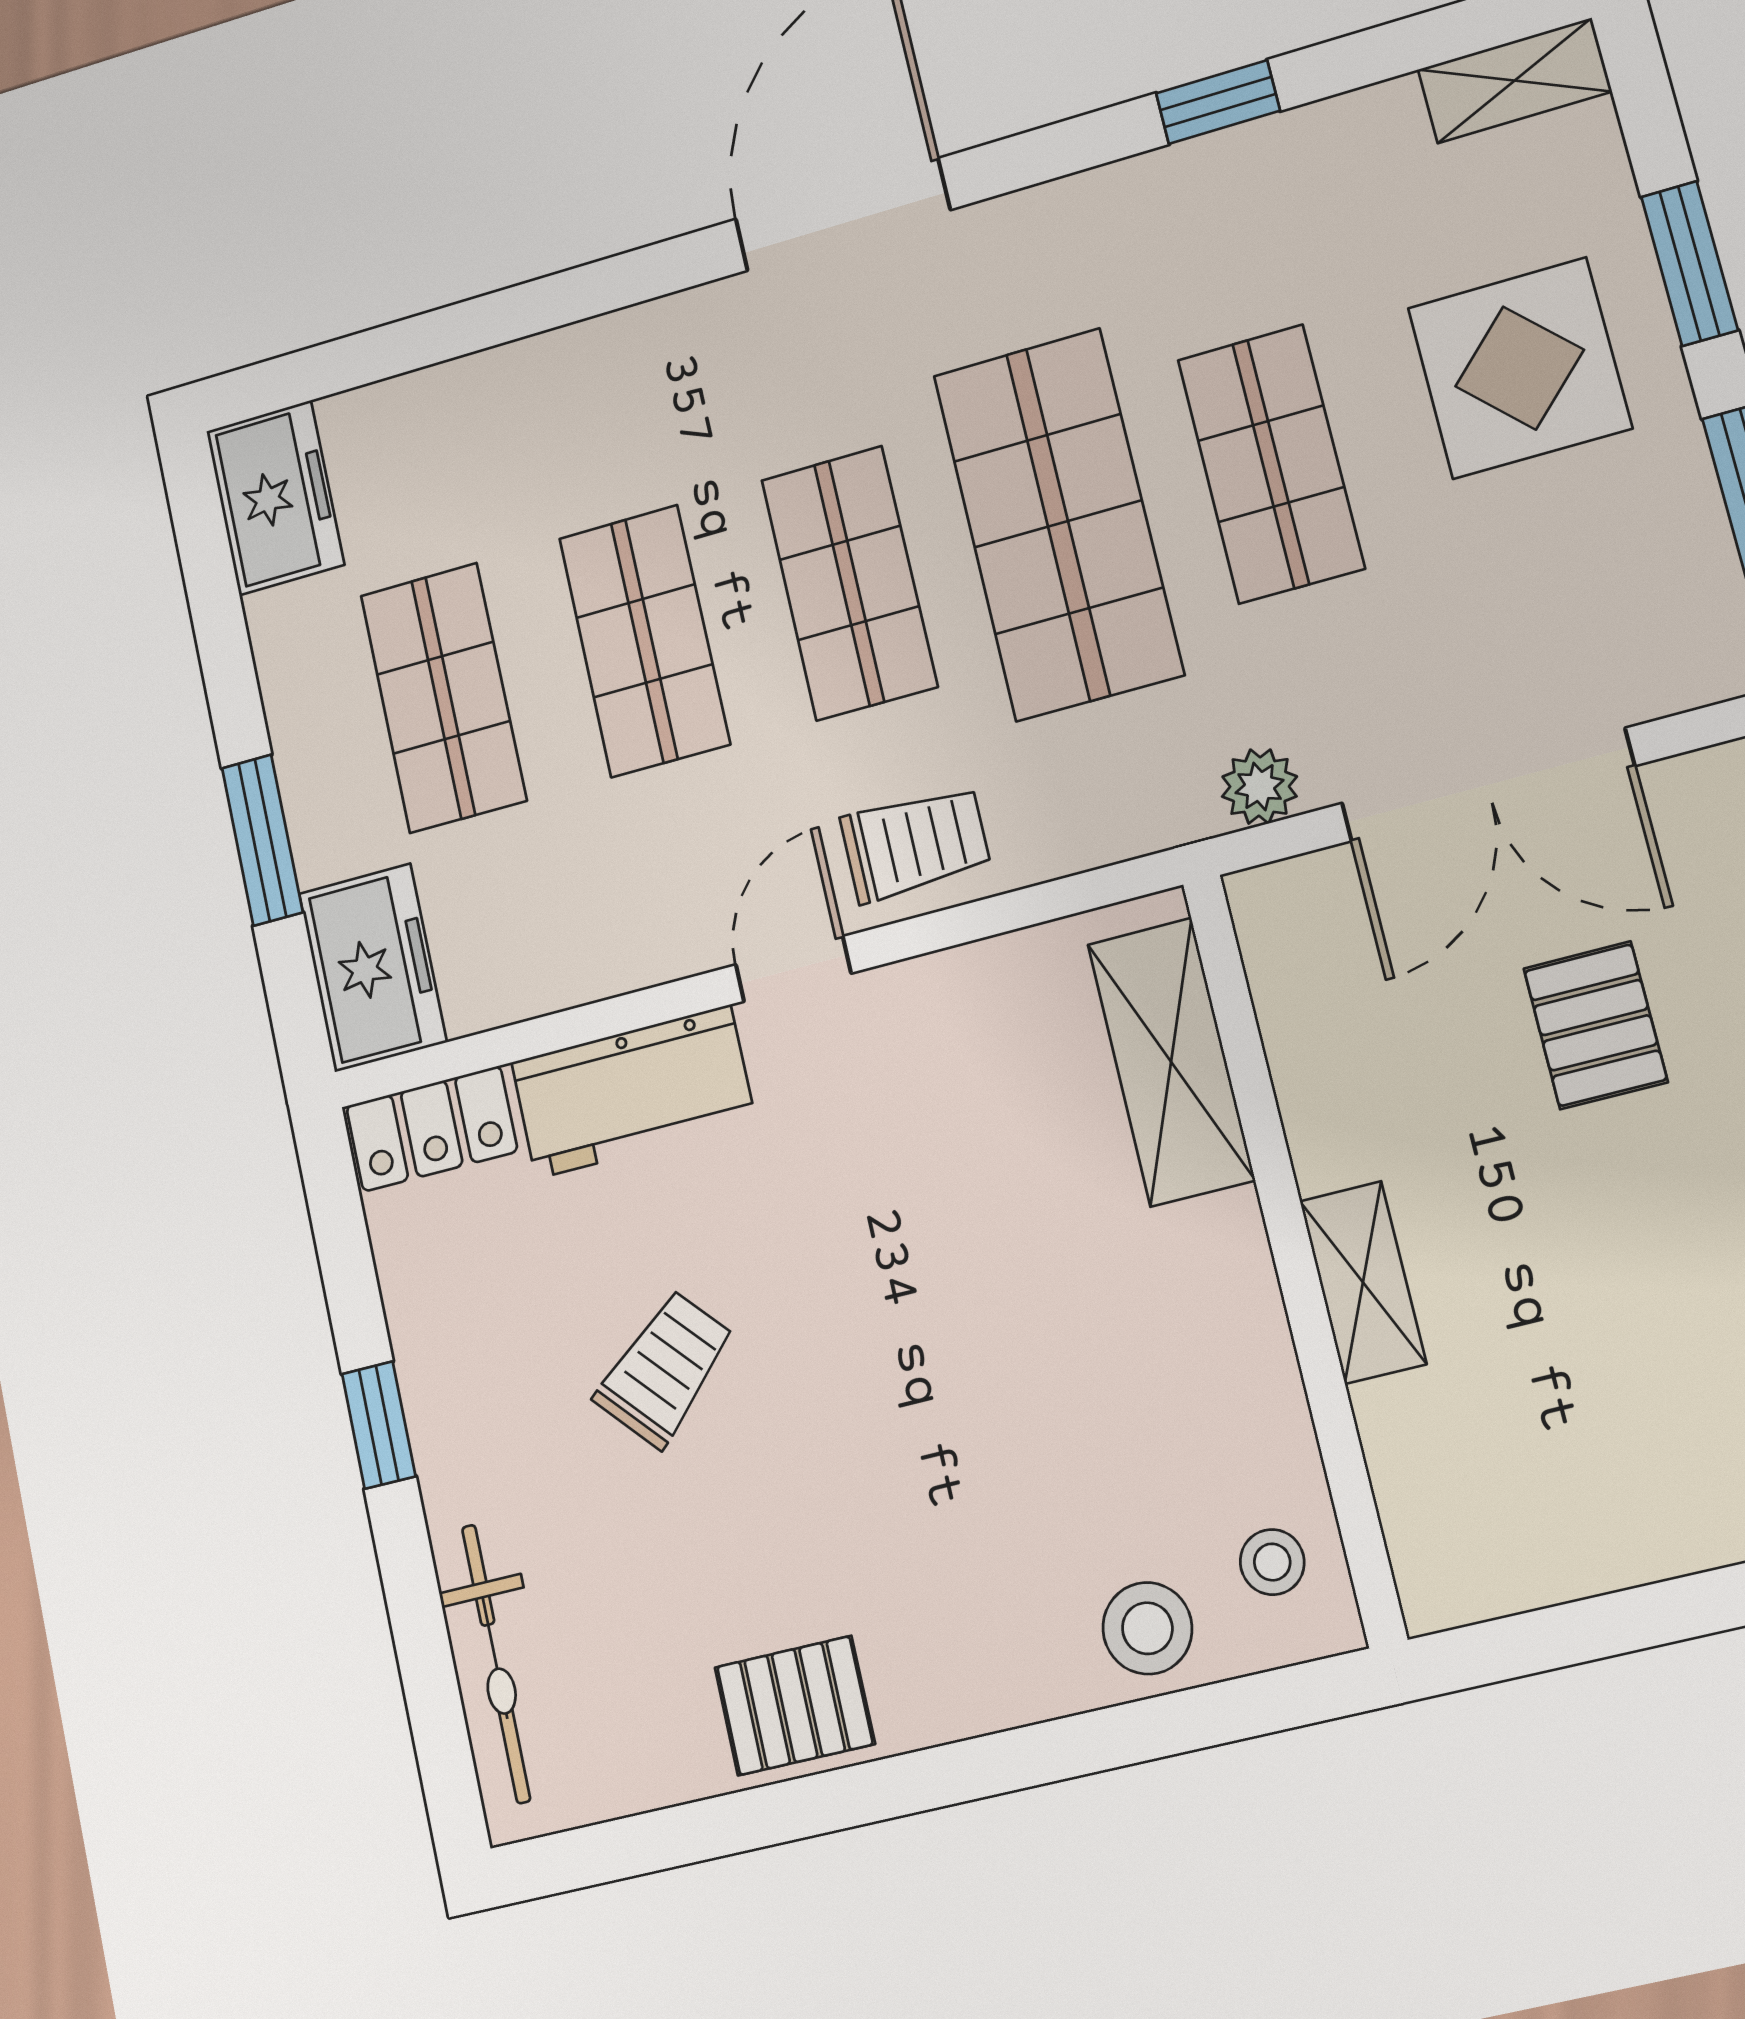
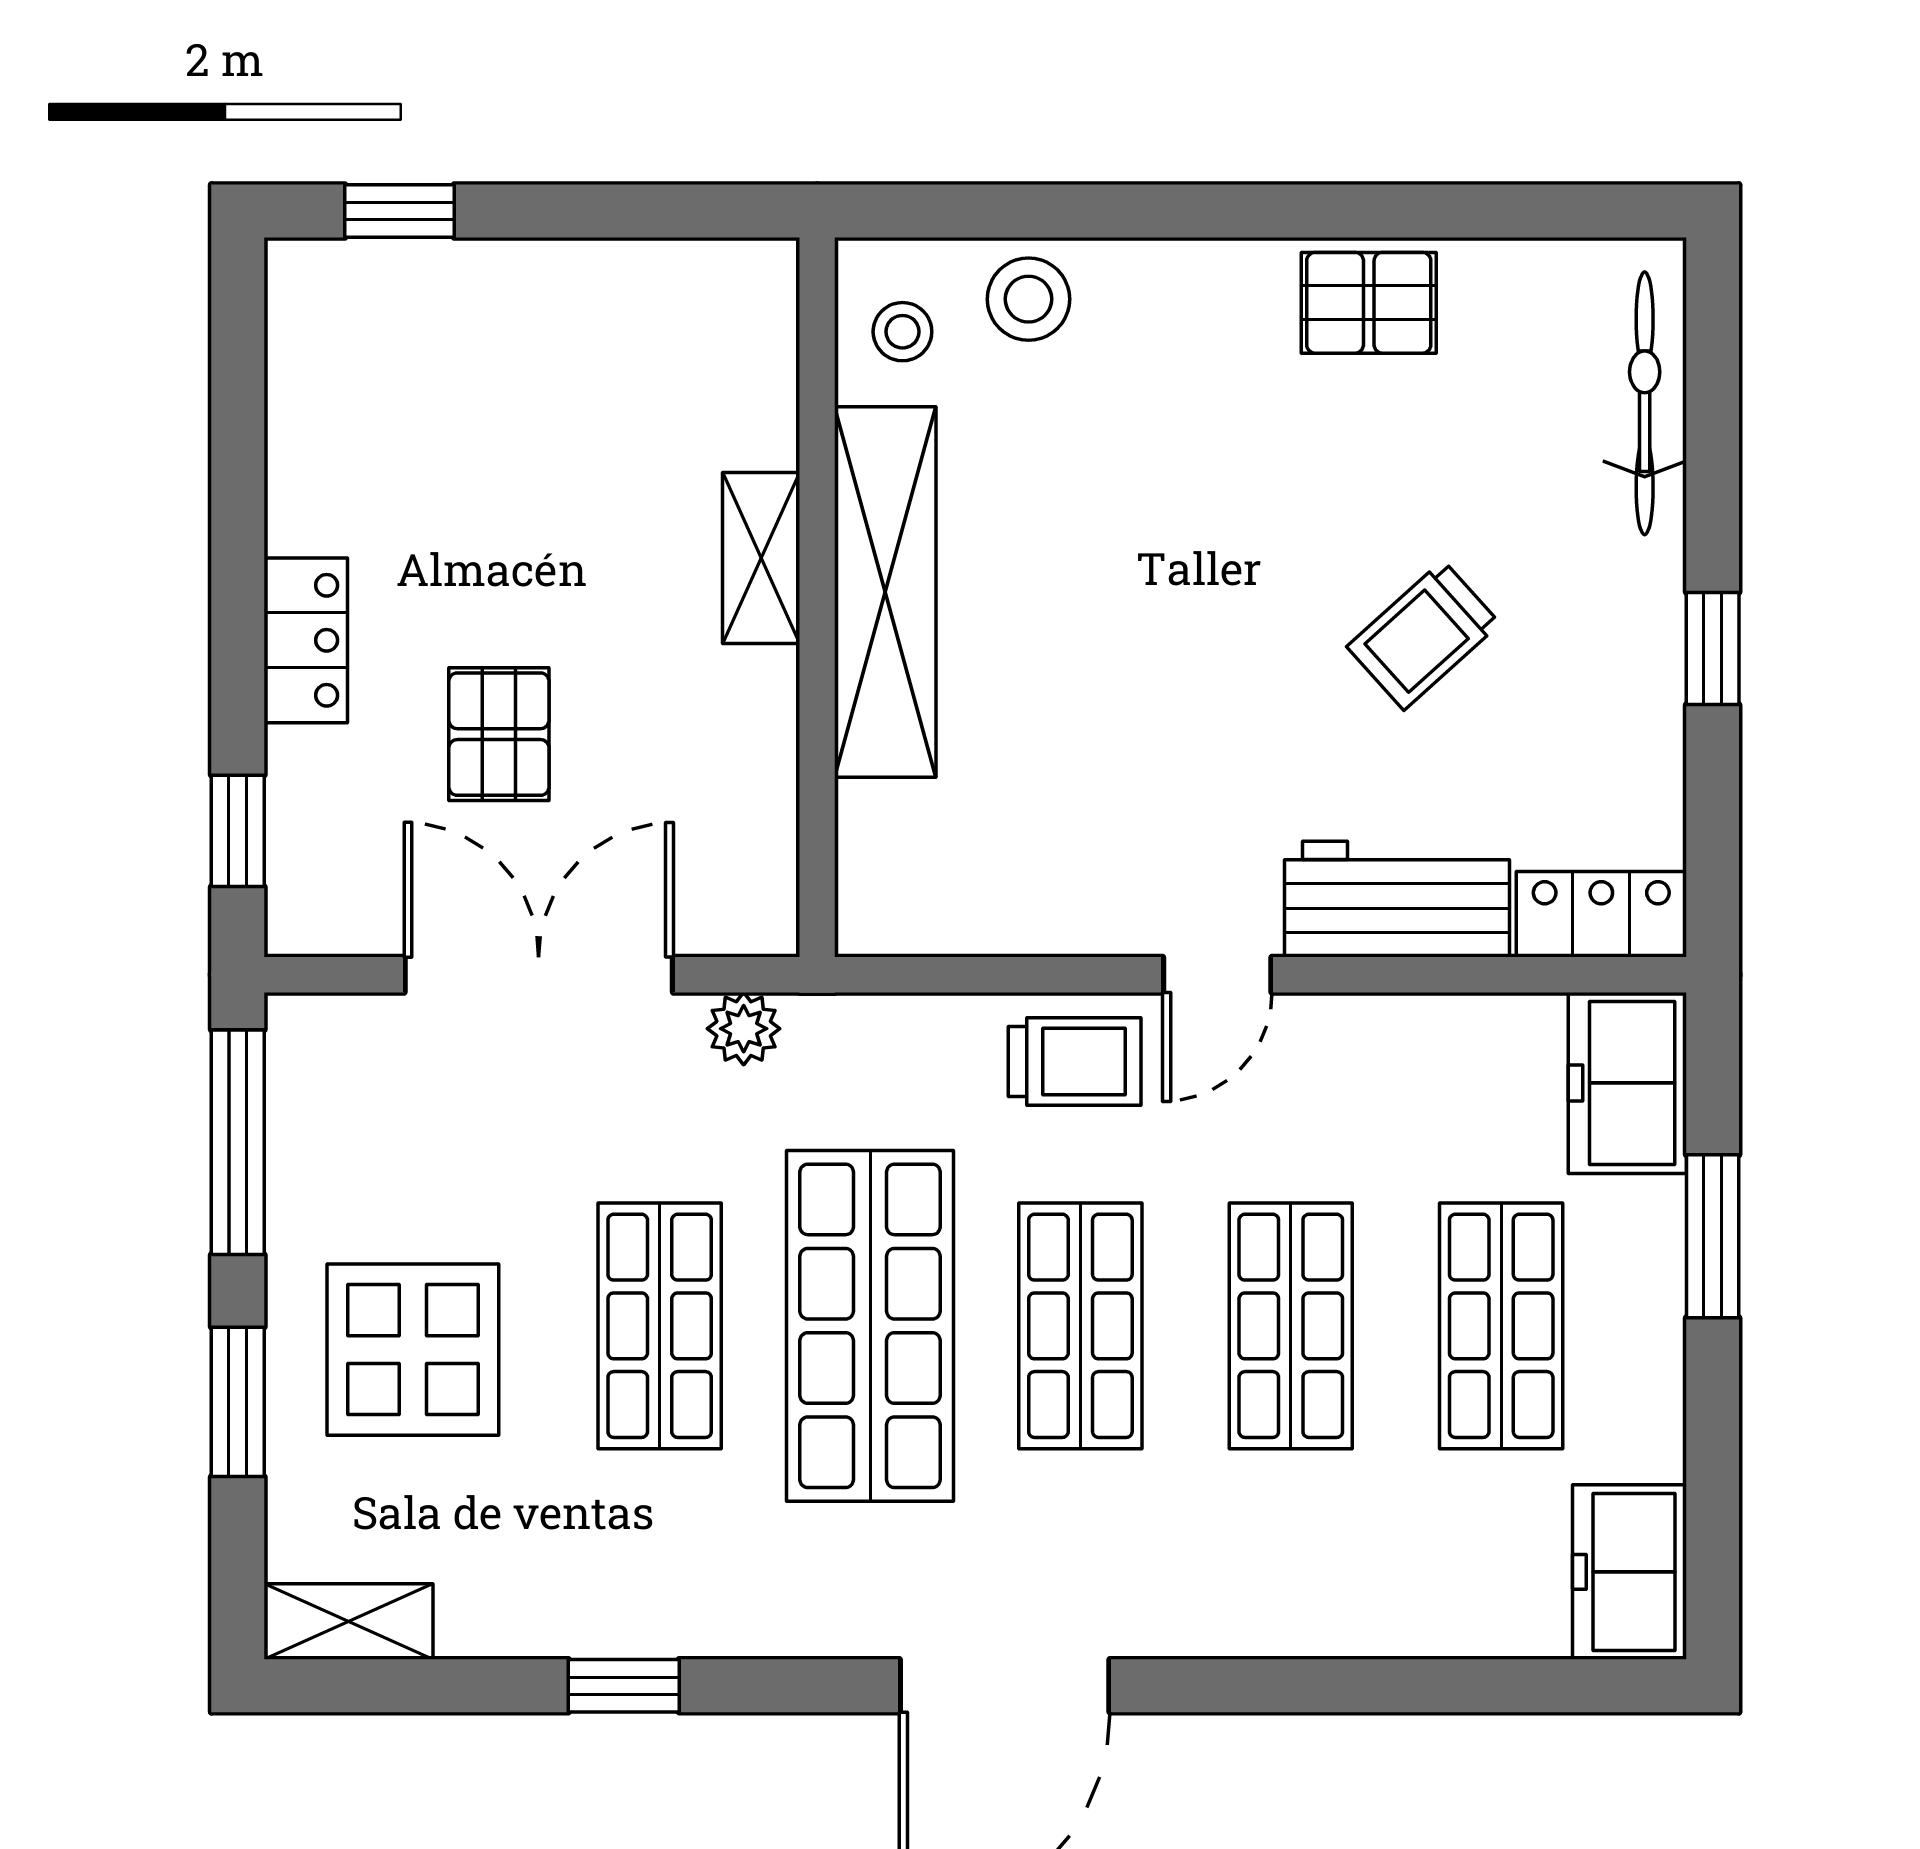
trolley: (915, 844) -> (1075, 1062), turned 180
shelving: (1171, 1062) -> (885, 592), moved, width x1.47

